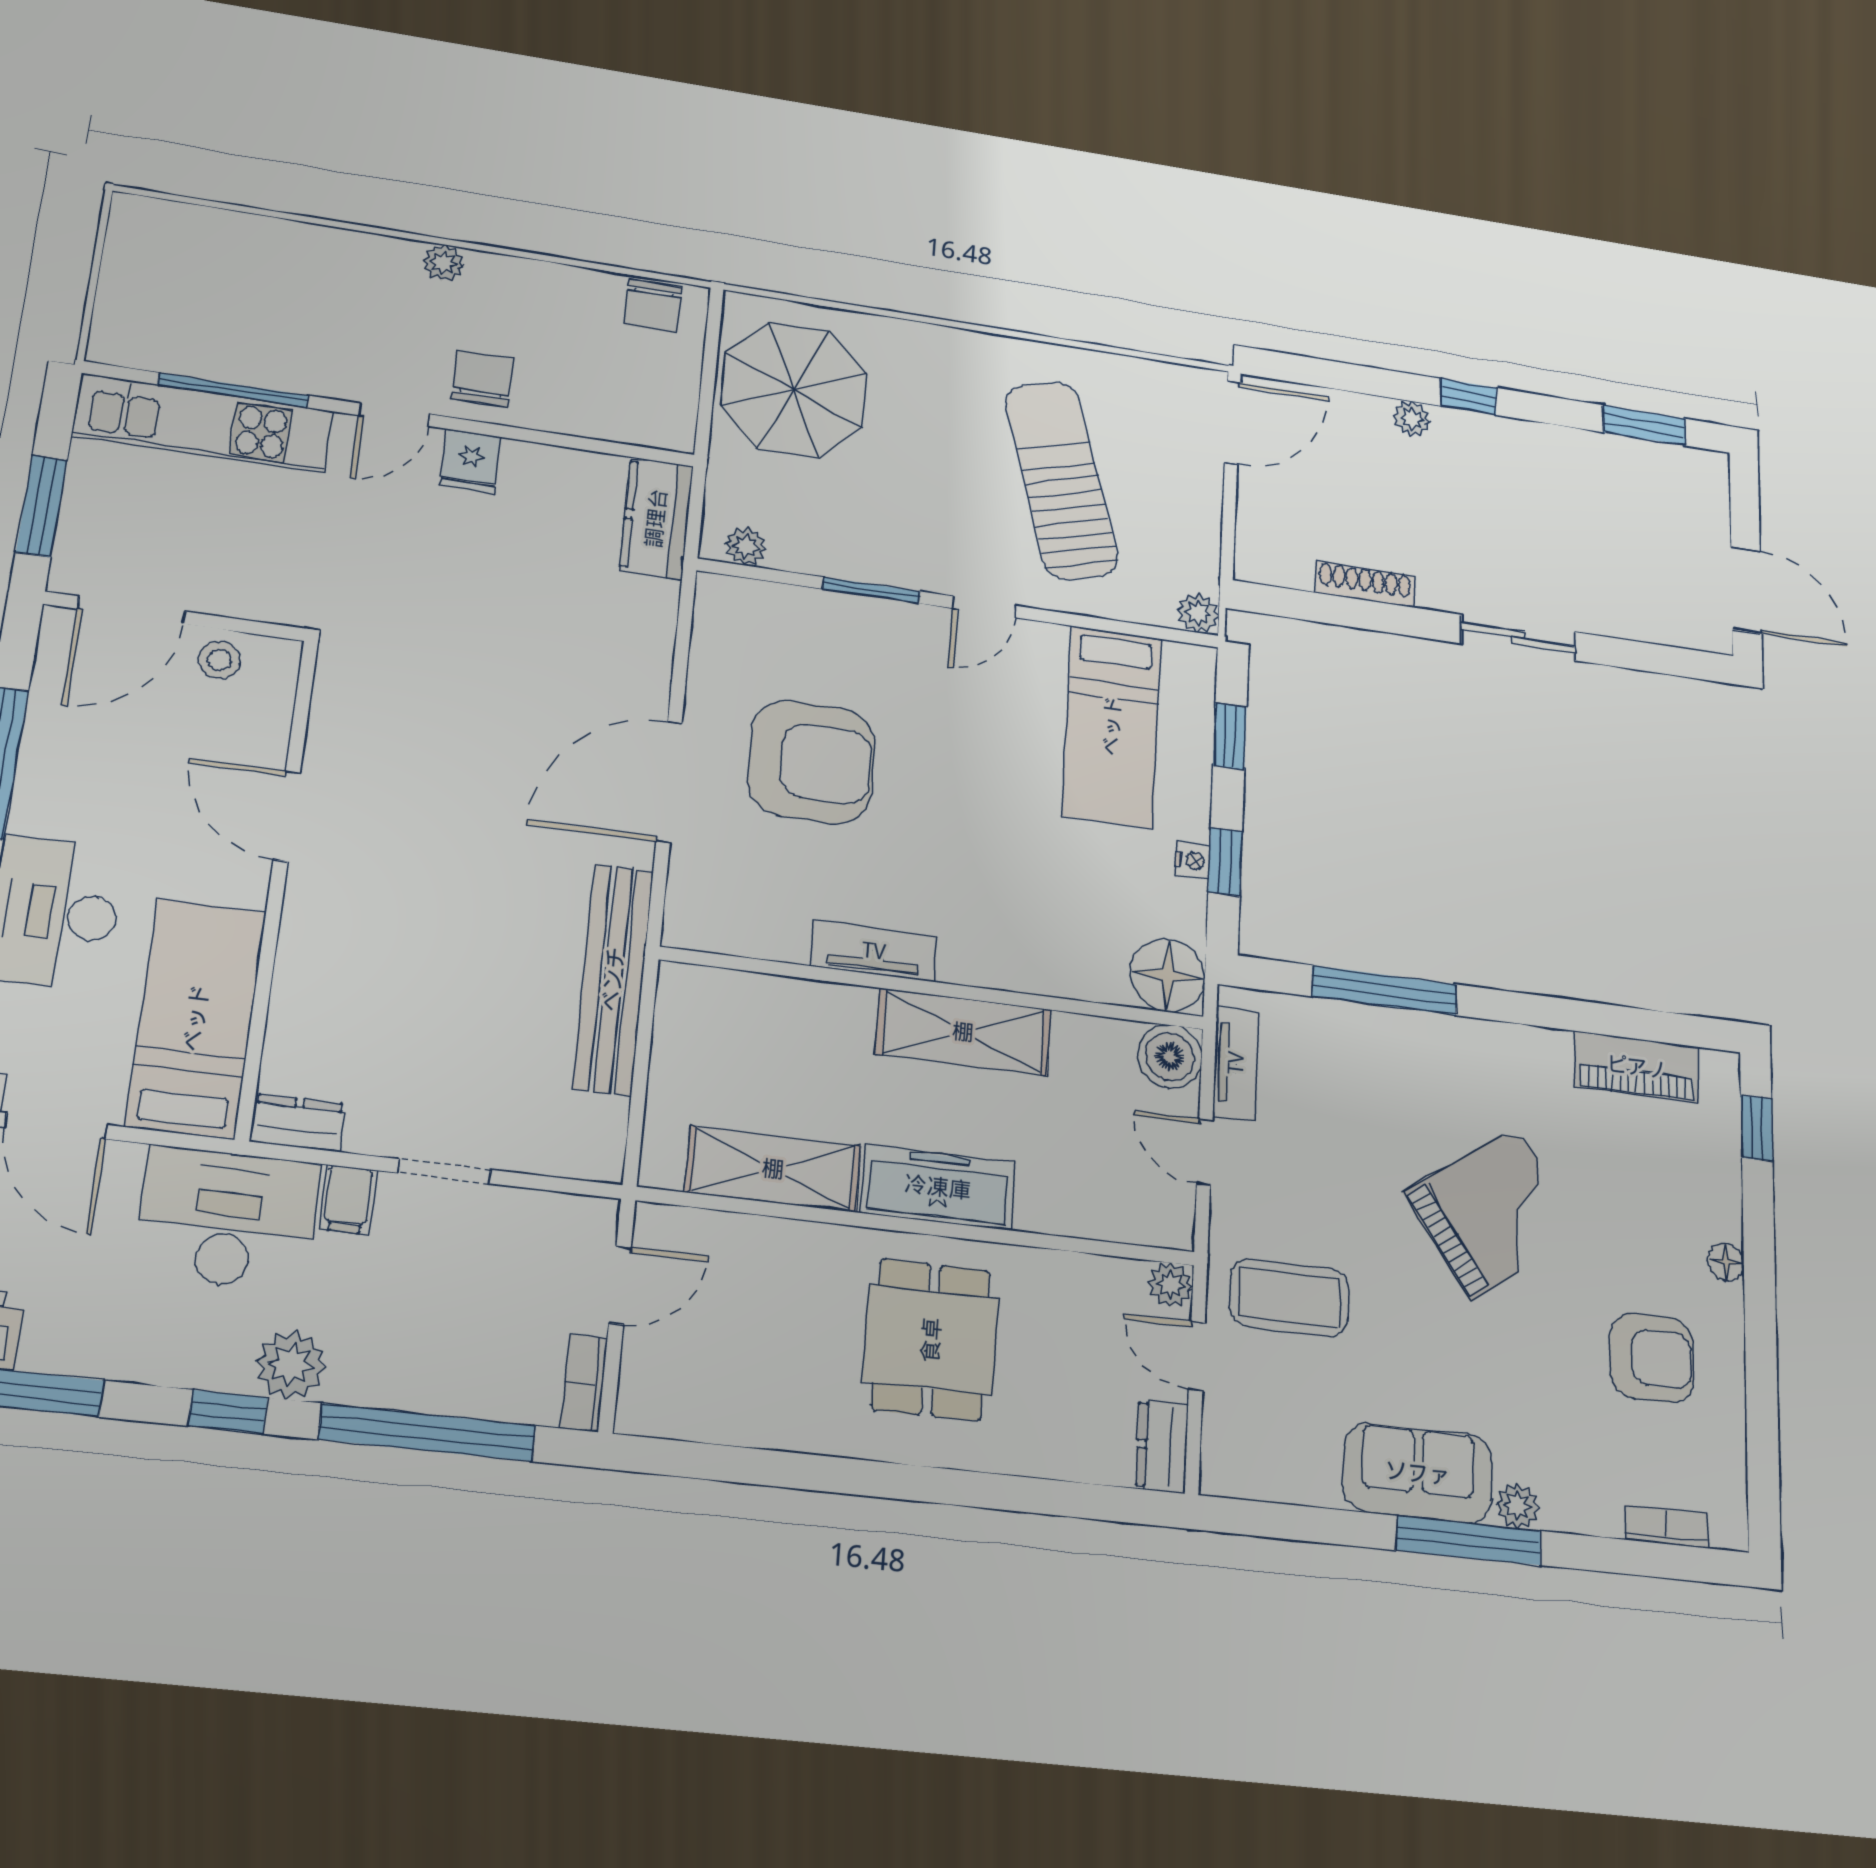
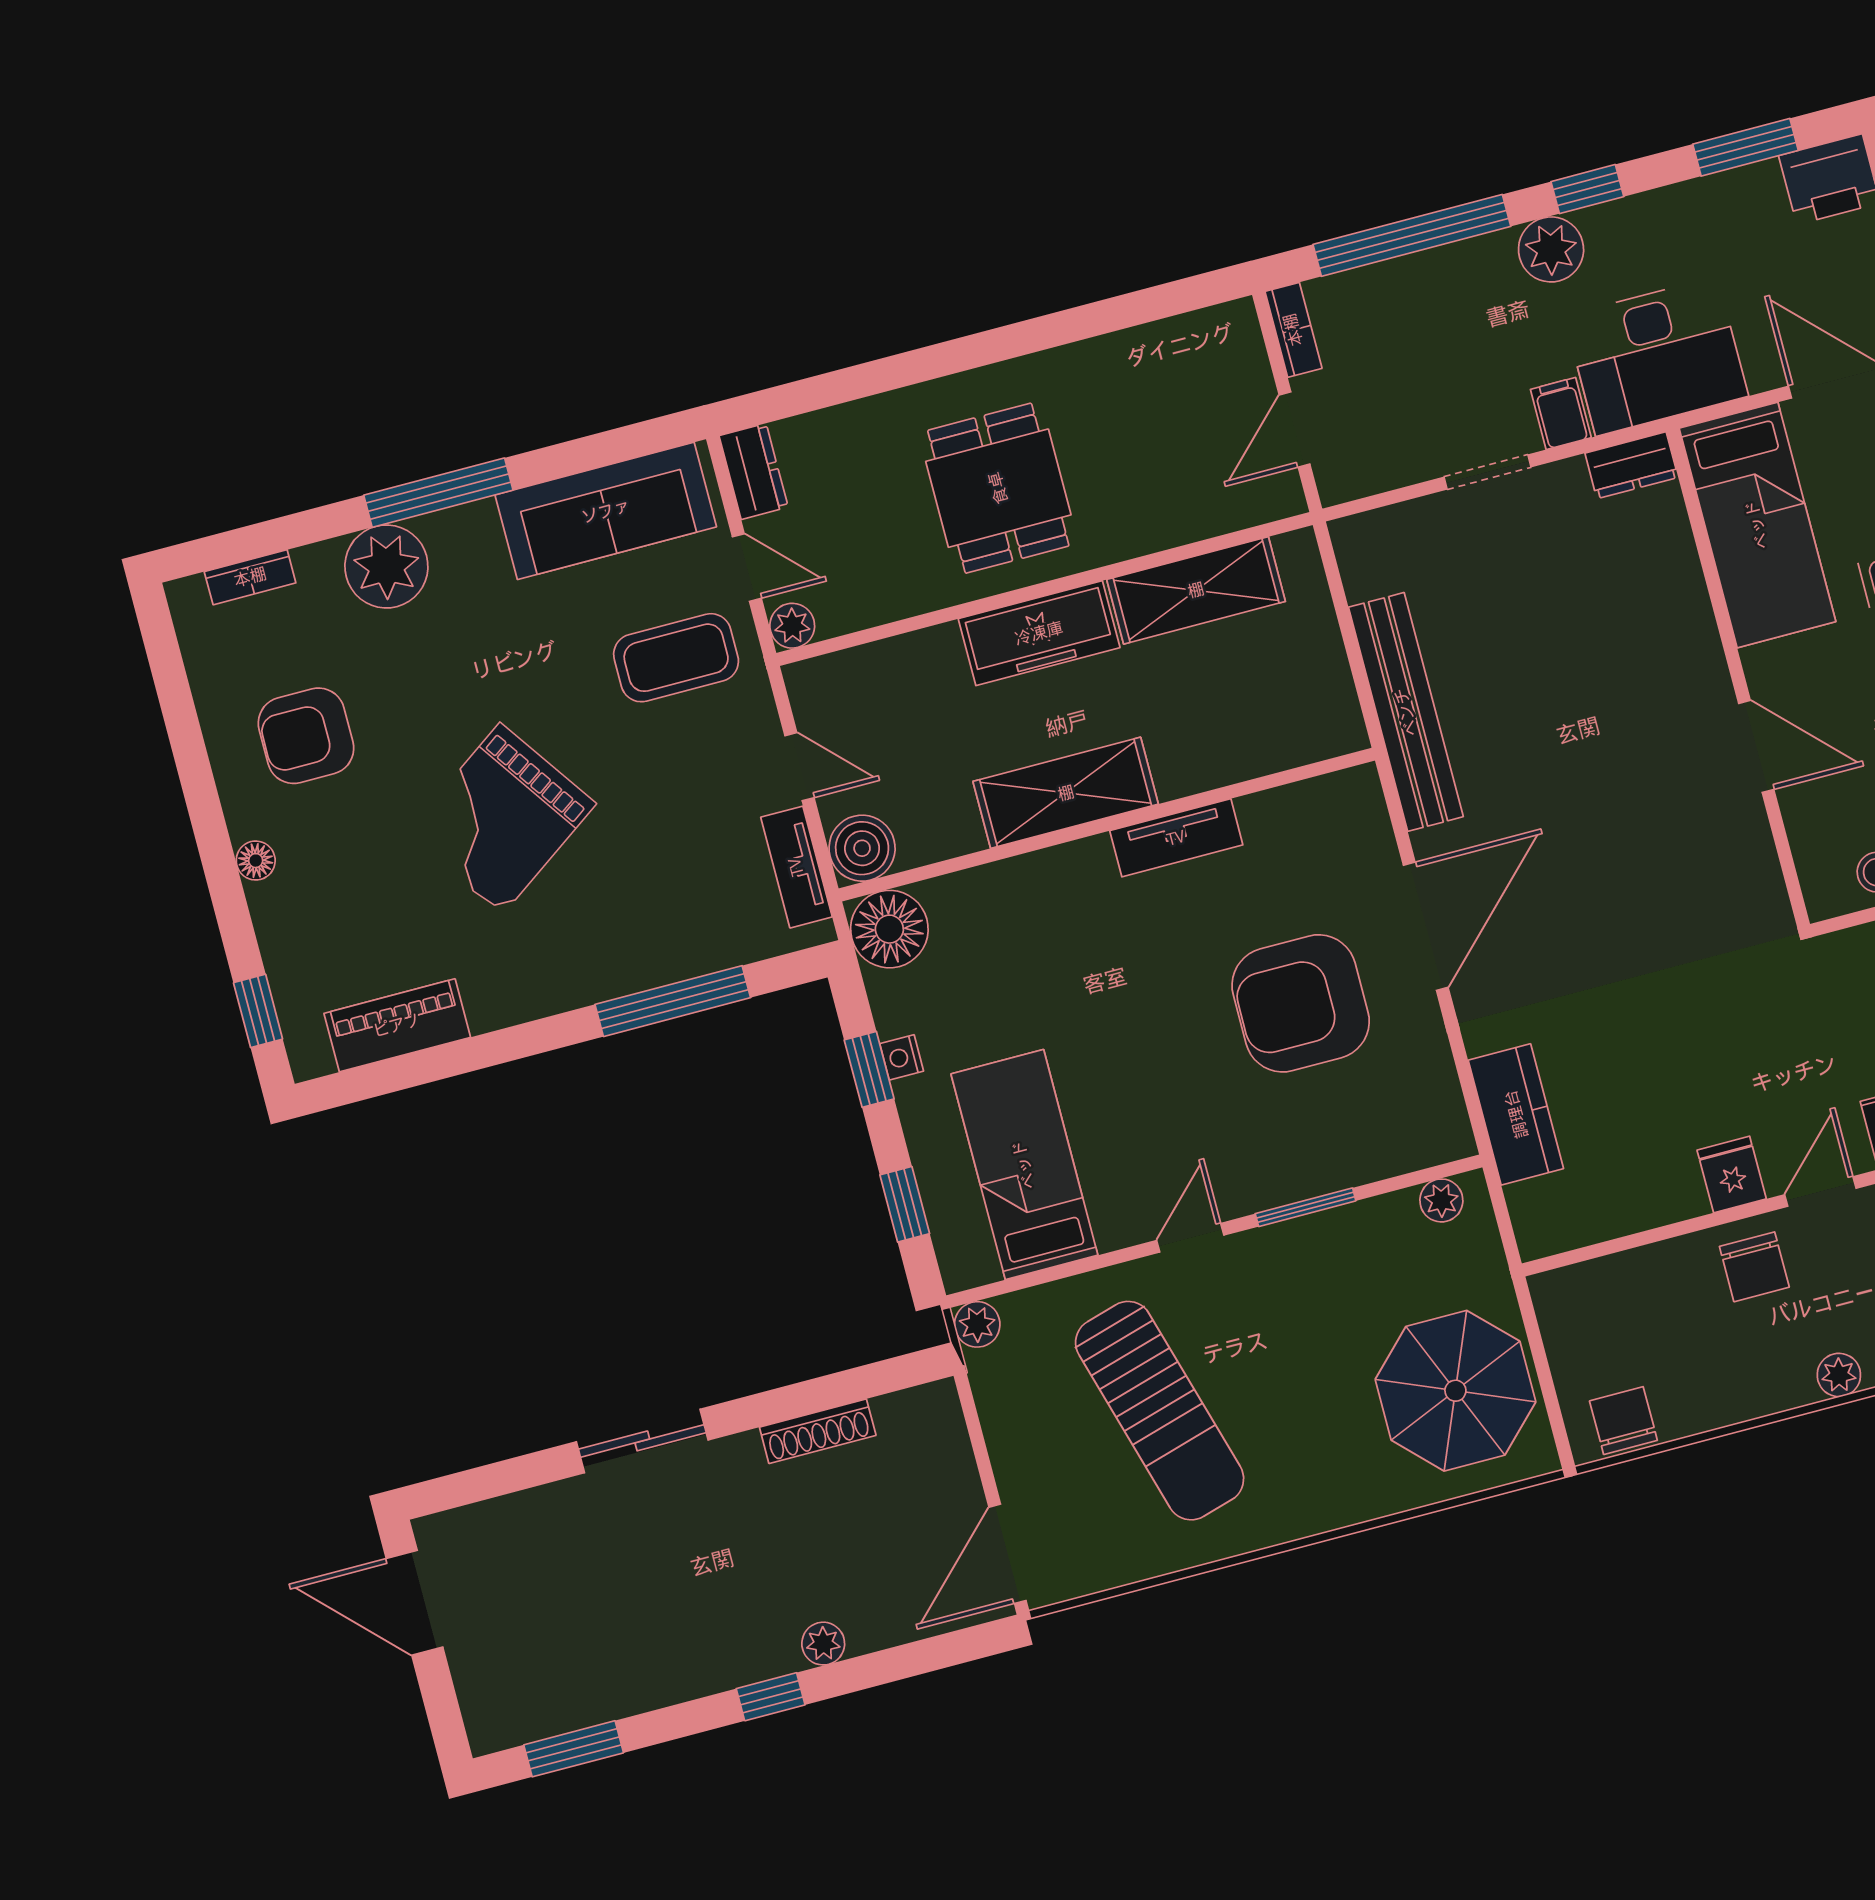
kitchen counter: (656, 518) -> (1516, 1114), moved
sofa: (1418, 1473) -> (606, 511), moved, width x1.36
plant: (1518, 1506) -> (386, 566), width x1.88, depth x1.88

